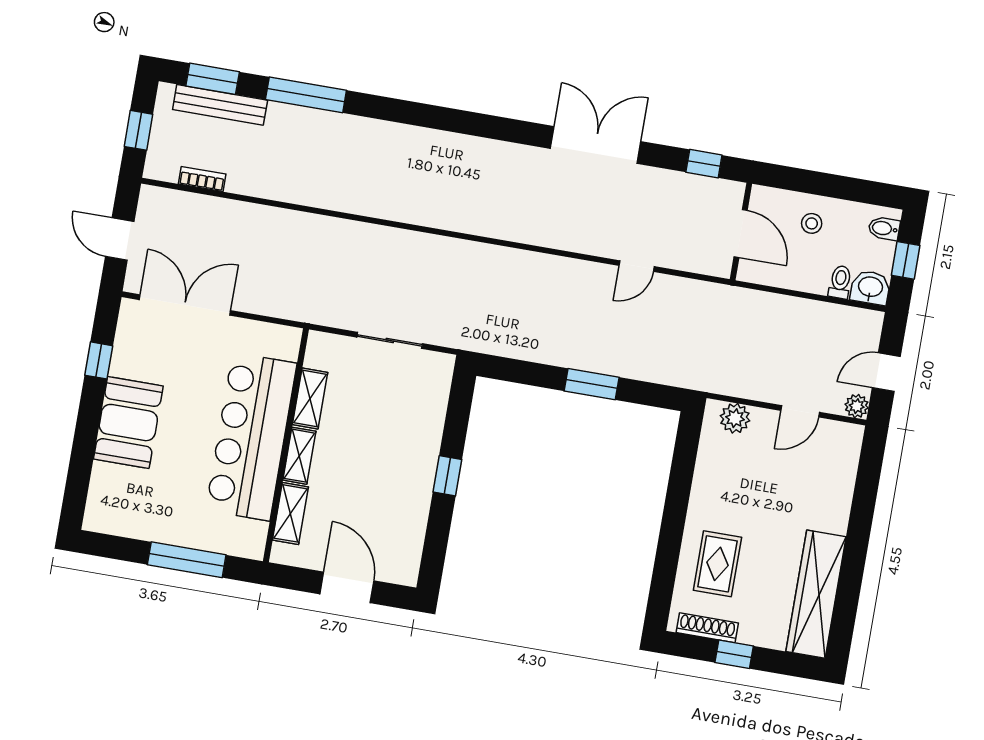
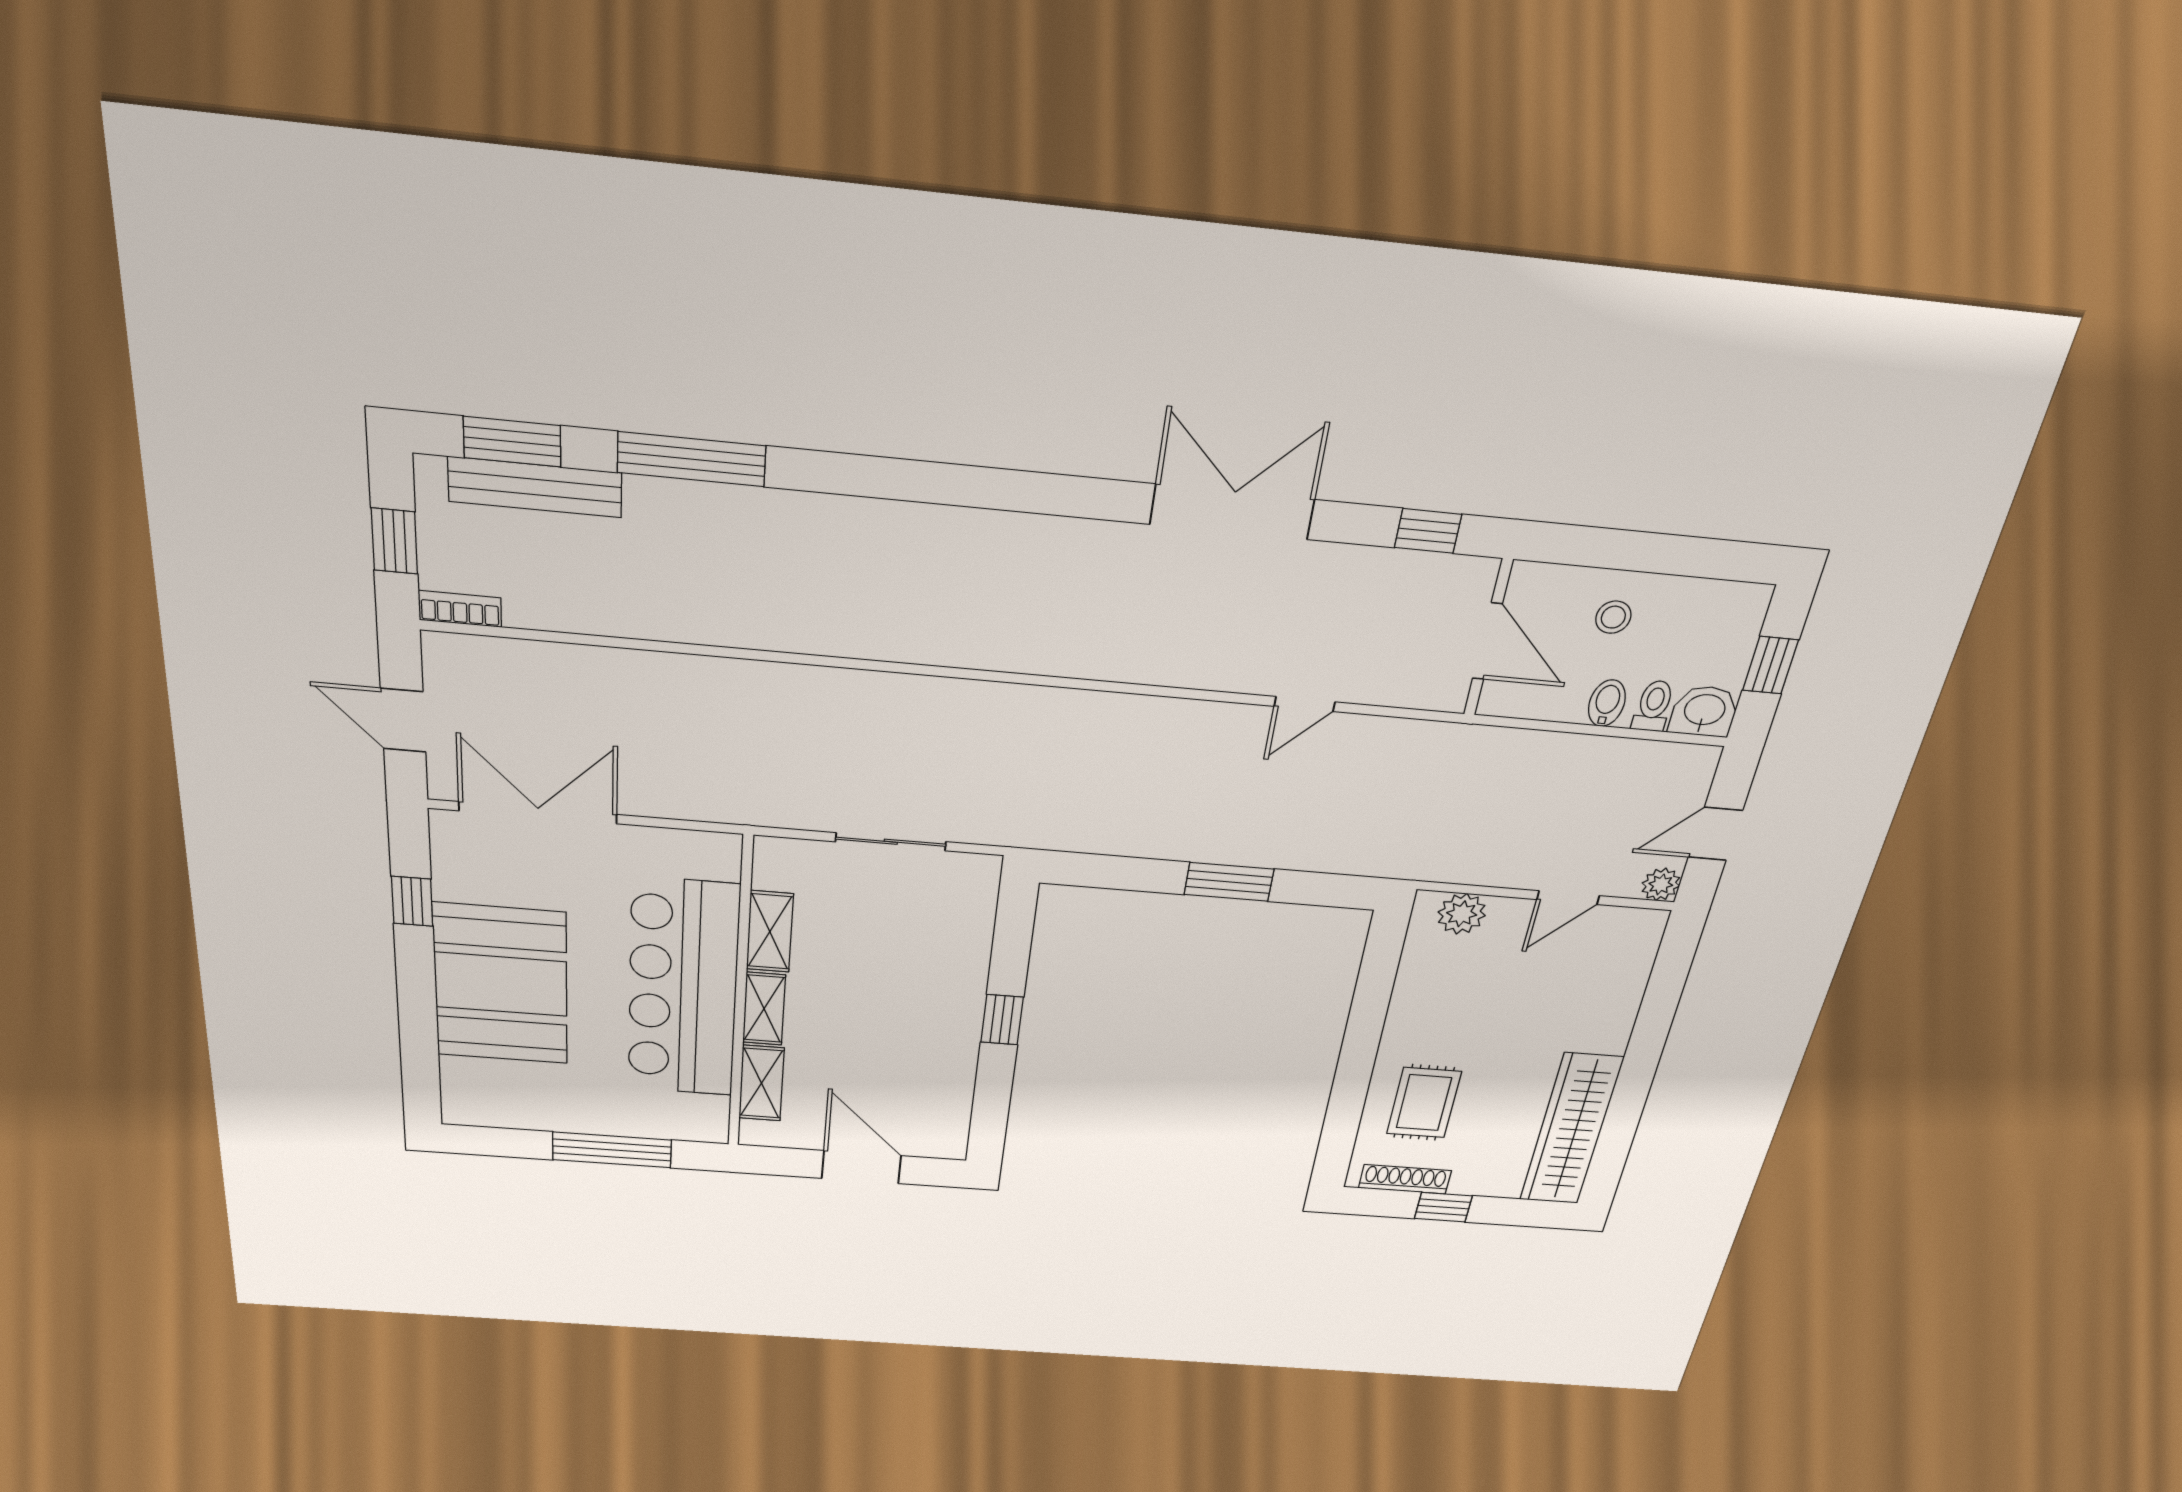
bookcase: (202, 179) -> (460, 609), moved
bidet: (884, 228) -> (1607, 703), moved, turned 90
booth: (128, 423) -> (501, 984), width x1.36, depth x1.42

